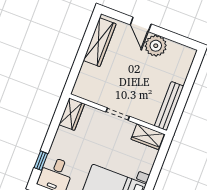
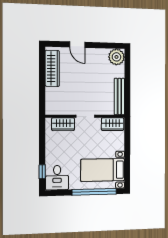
plant: (156, 46) -> (116, 57), moved
wardrobe: (72, 114) -> (63, 124), moved, turned 90

